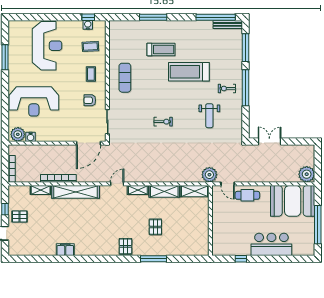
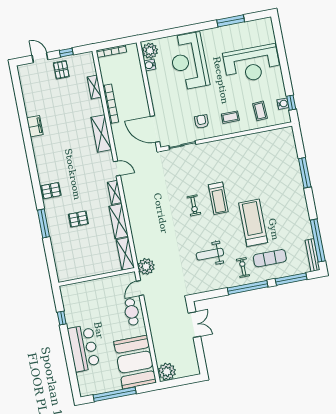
treadmill: (161, 49) -> (218, 198), moved
exercise mat: (125, 78) -> (270, 258), moved
shelving: (76, 192) -> (101, 133), width x0.68

